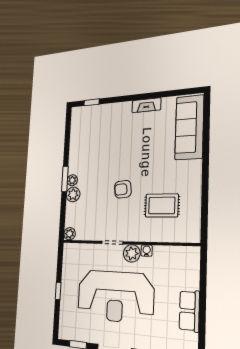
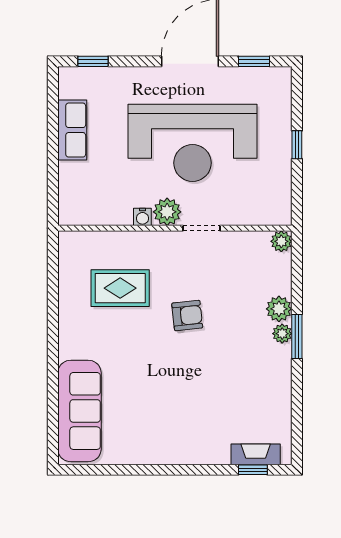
fireplace: (146, 105) -> (256, 454), moved
reception desk: (115, 296) -> (192, 143), turned 180

